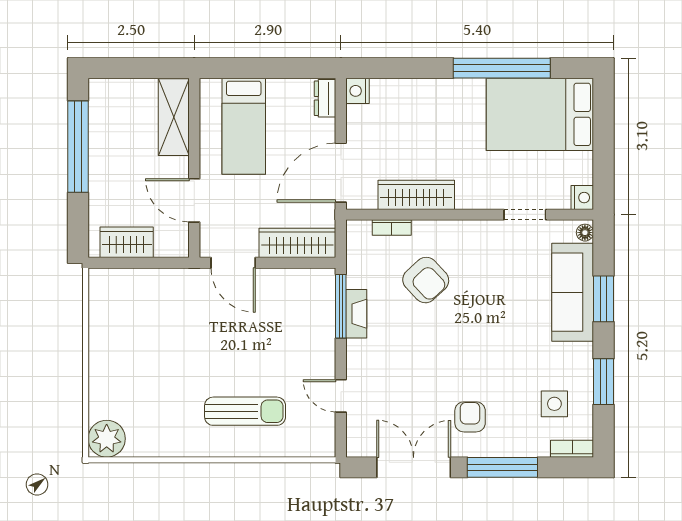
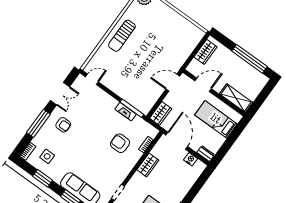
nightstand: (357, 91) -> (190, 159), moved
wardrobe: (416, 195) -> (148, 165), width x0.67
wardrobe: (297, 243) -> (161, 113), width x0.67
armchair: (426, 280) -> (120, 143), turned 43
door: (341, 396) -> (92, 79), moved
sun lounger: (245, 411) -> (122, 36), moved
double door: (414, 467) -> (60, 94), width x0.73

